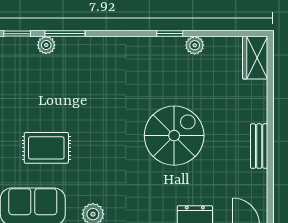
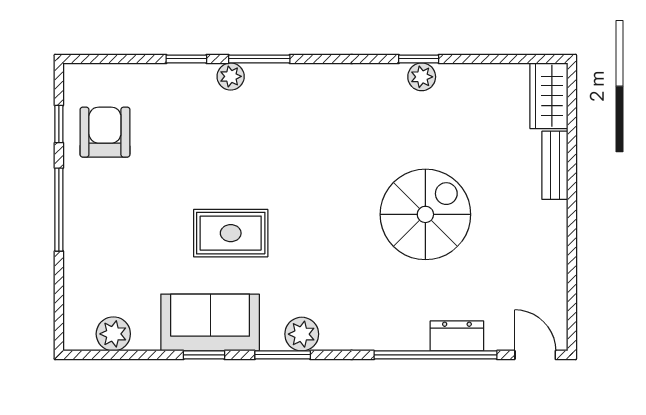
plant: (195, 45) -> (422, 77), moved
bench: (259, 146) -> (555, 165), moved

